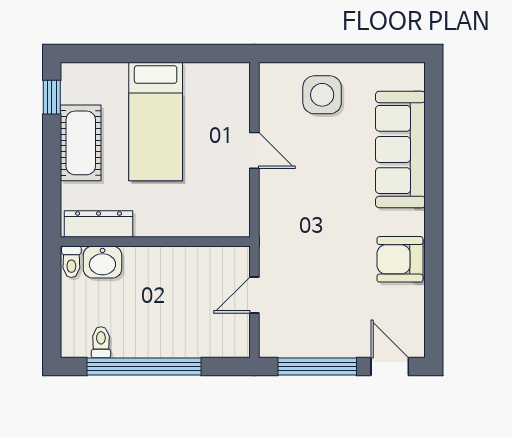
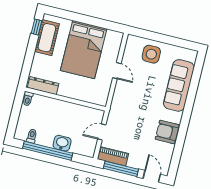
bed: (156, 121) -> (84, 50), width x1.50
cot: (81, 143) -> (47, 38), moved
washbasin: (102, 262) -> (62, 143), moved, turned 180
piano: (292, 343) -> (113, 156), added

